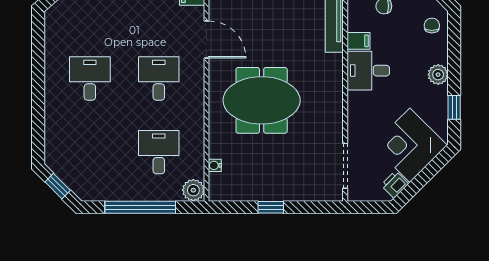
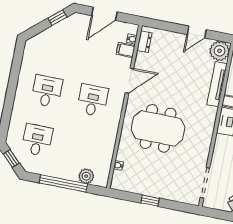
door: (206, 40) -> (129, 81), hinge flipped
desk: (159, 152) -> (37, 140), moved
plant: (193, 190) -> (86, 176), moved

